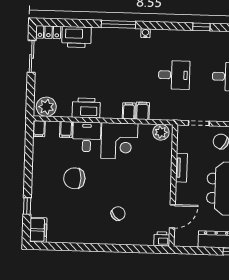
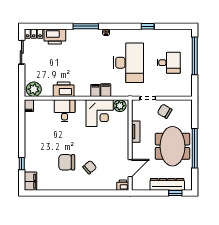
desk: (174, 75) -> (128, 63), width x1.87, depth x1.30
filing cabinet: (66, 130) -> (49, 106), removed
corner desk: (119, 141) -> (100, 113), moved
chair: (74, 178) -> (67, 162), moved

